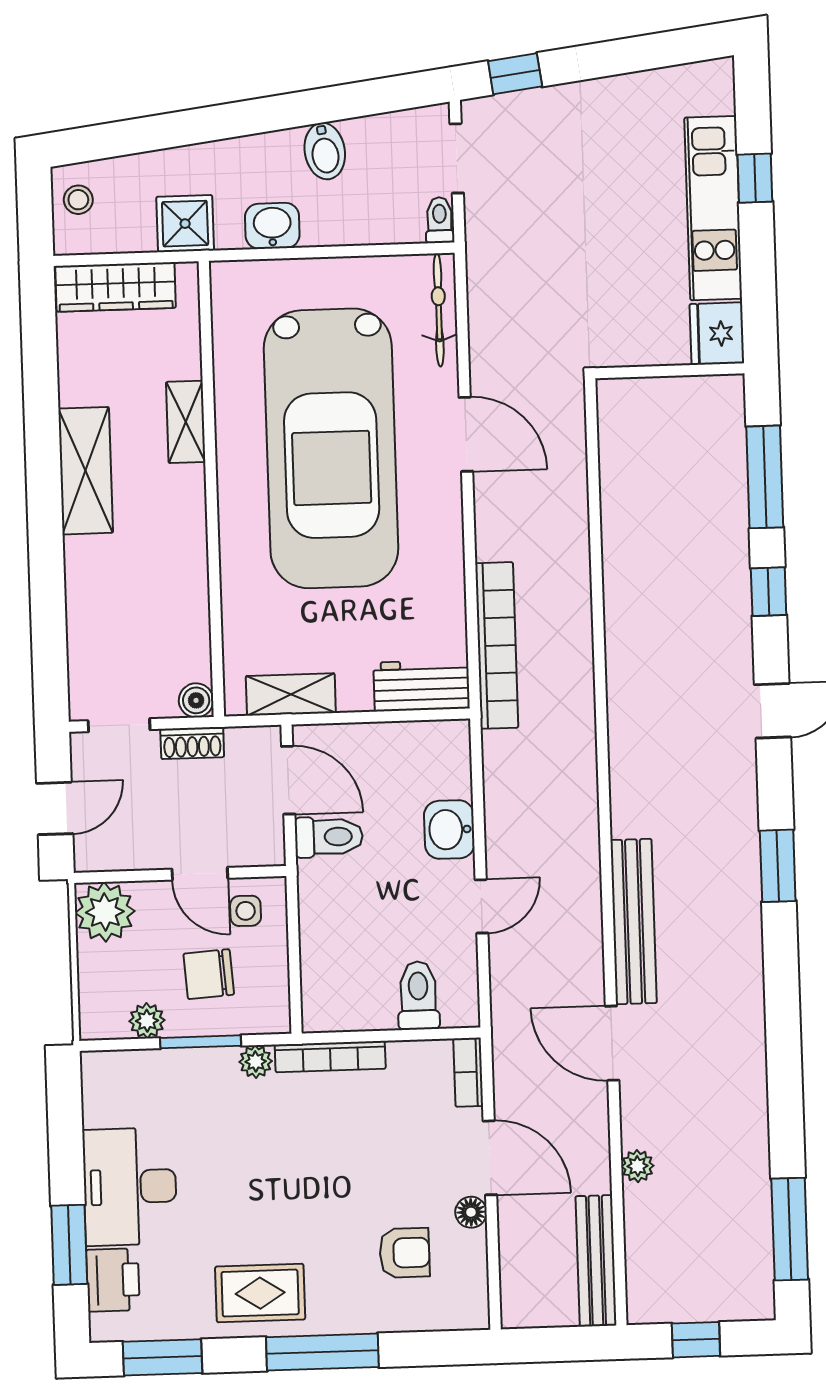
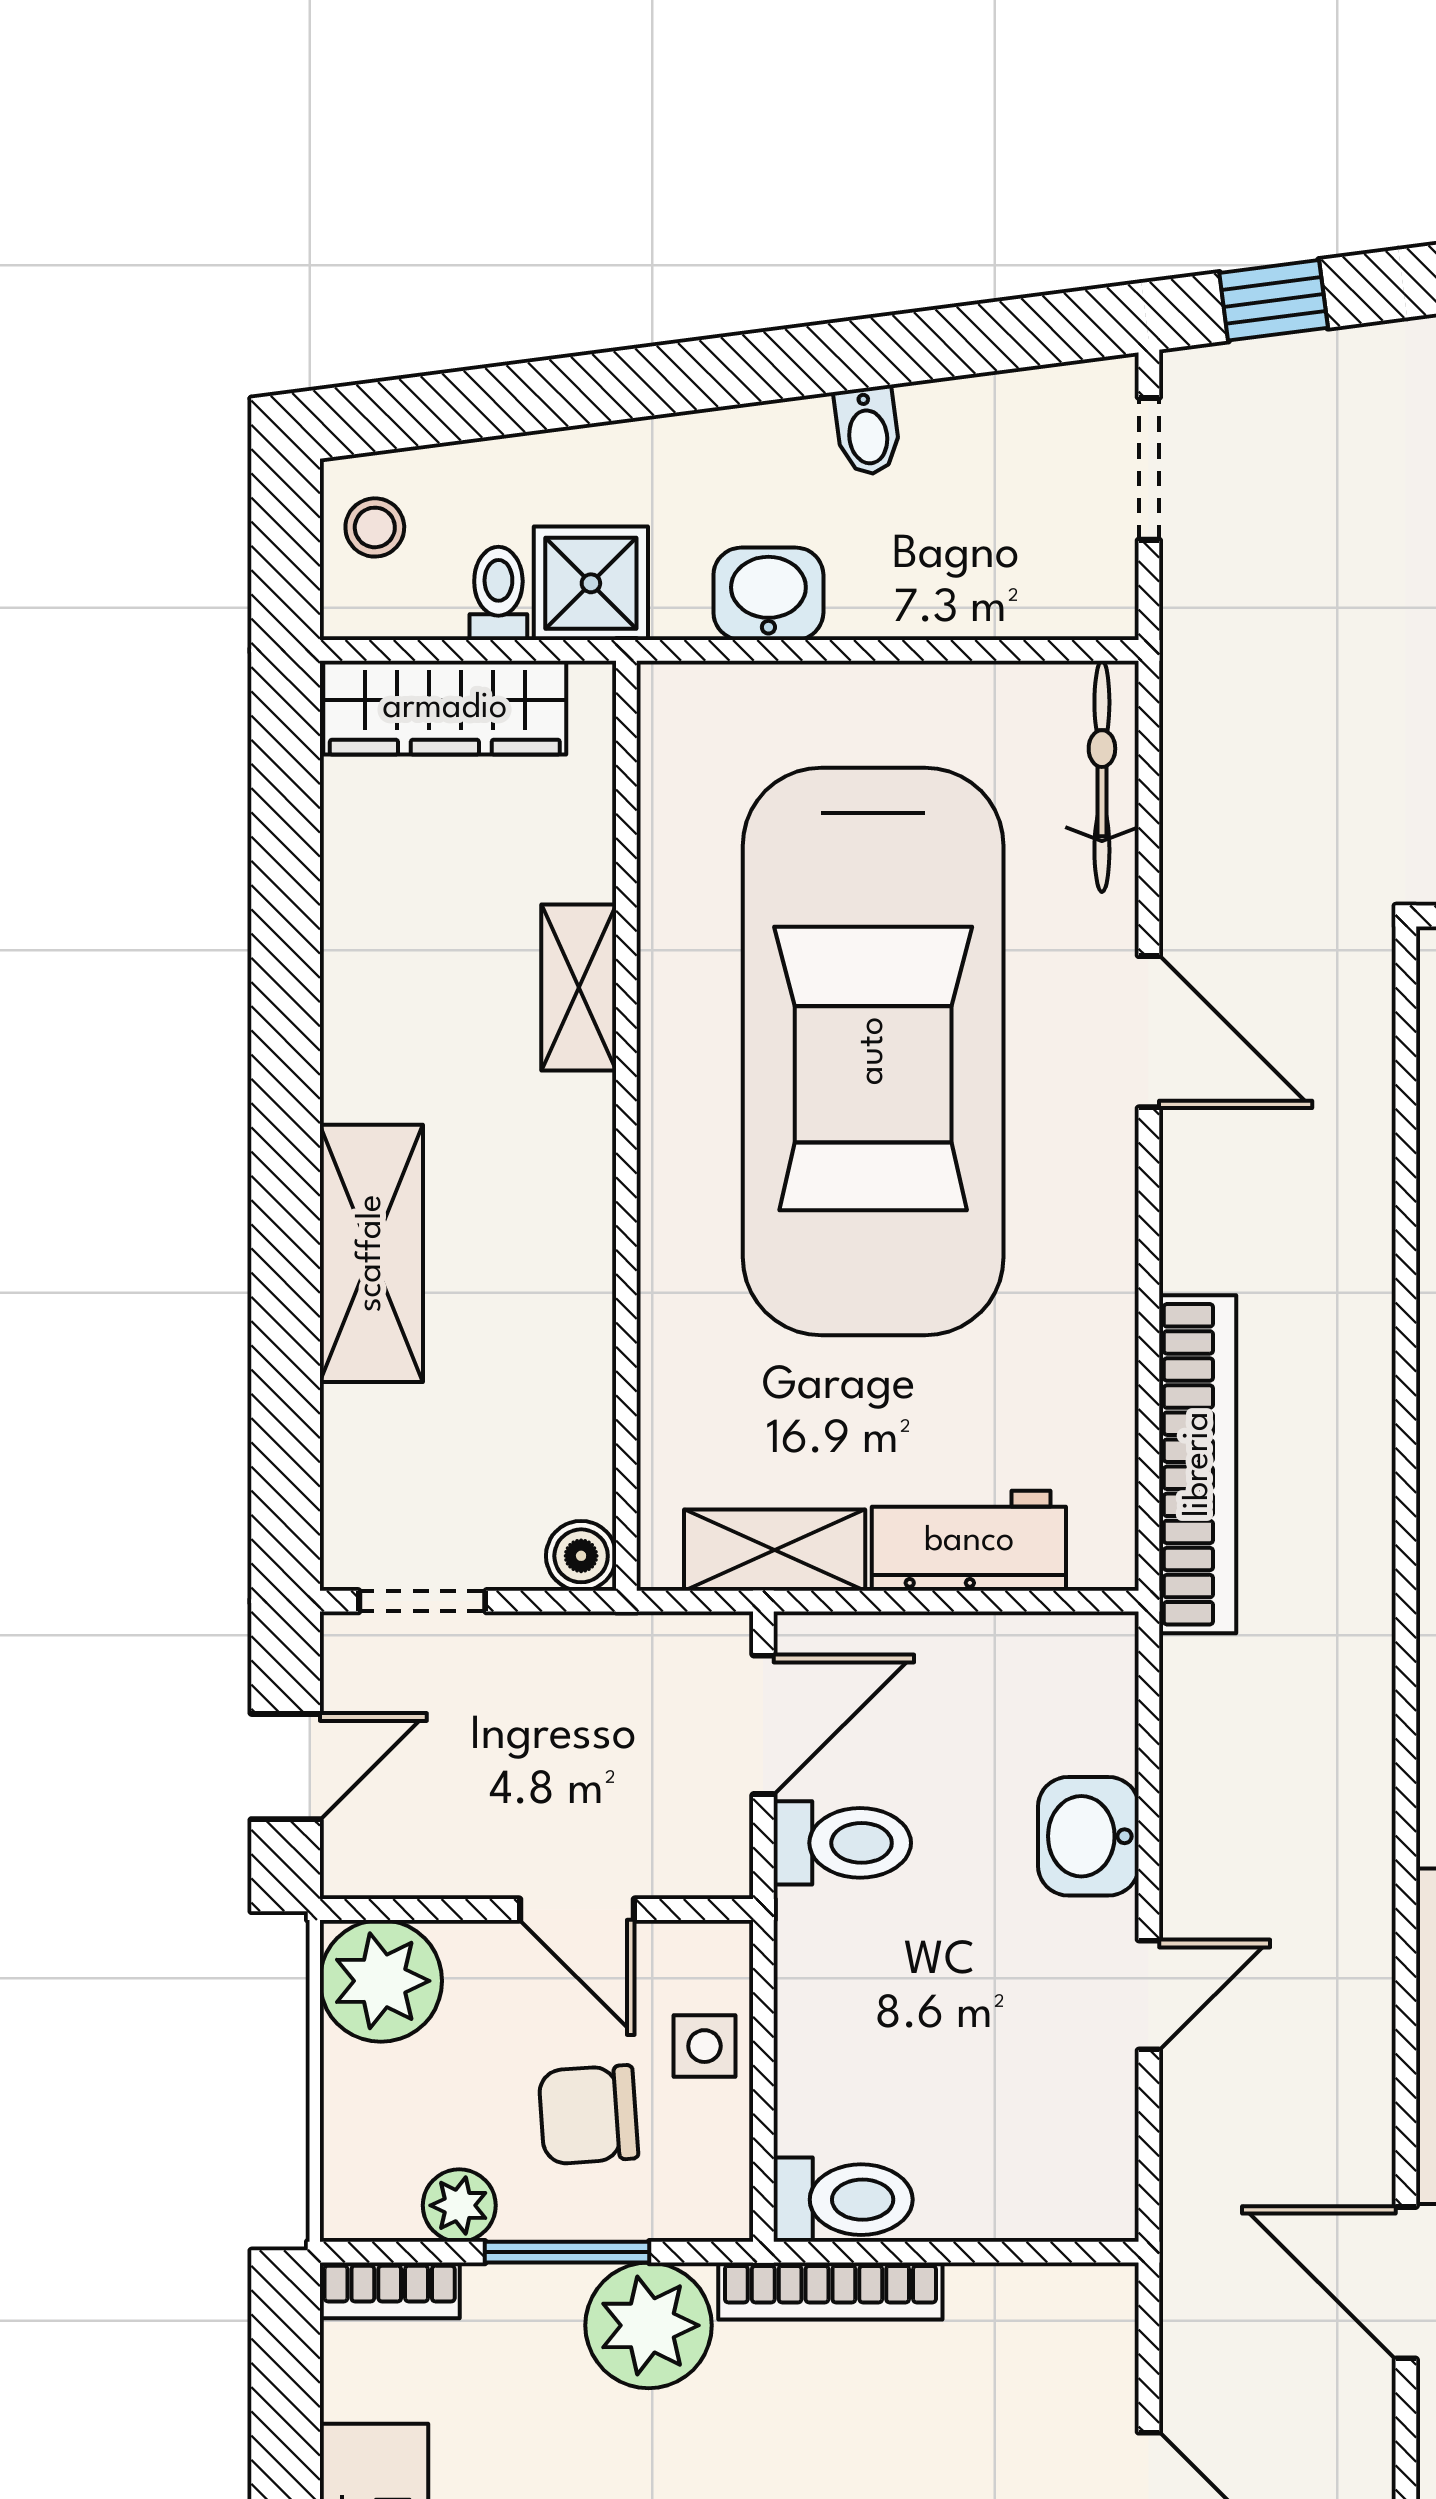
bidet: (325, 151) -> (867, 431), width x0.72, depth x0.74
toilet: (440, 220) -> (498, 593), moved
shelving: (86, 471) -> (371, 1253), moved
workbench: (422, 686) -> (969, 1541), moved
shoe rack: (192, 743) -> (570, 1642), removed
door: (288, 780) -> (763, 1725), hinge flipped
side table: (246, 911) -> (704, 2046), moved
toilet: (418, 996) -> (843, 2200), moved, turned 90
plant: (256, 1062) -> (649, 2325), width x1.88, depth x1.88
bookcase: (468, 1072) -> (390, 2290), moved, turned -90

